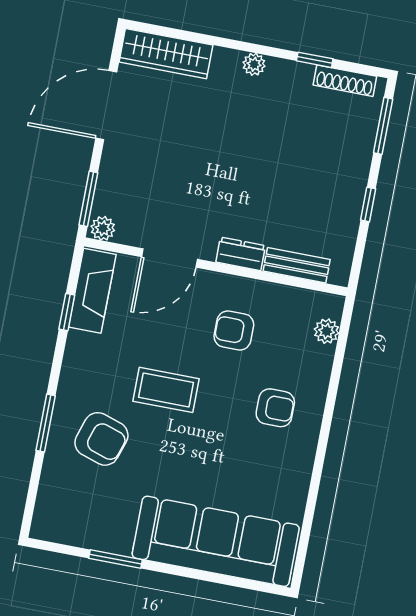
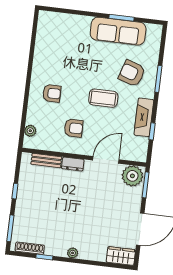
wardrobe: (166, 54) -> (121, 256), width x0.67
plant: (103, 228) -> (132, 176), width x1.88, depth x1.88
fireplace: (92, 291) -> (144, 117), moved
armchair: (275, 408) -> (52, 93), turned 180
sofa: (216, 541) -> (118, 31), moved, width x0.74, depth x0.79

